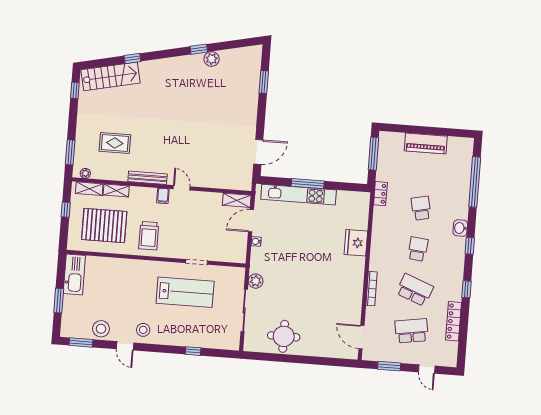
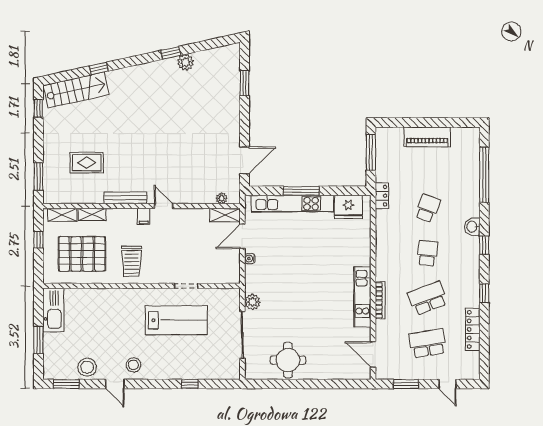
plant: (85, 173) -> (222, 198), moved
school desk: (421, 208) -> (428, 208), turned 33
fridge: (356, 243) -> (348, 207), moved, turned -90
kitchen unit: (356, 284) -> (362, 297), added
school desk: (415, 290) -> (428, 298), turned -42

